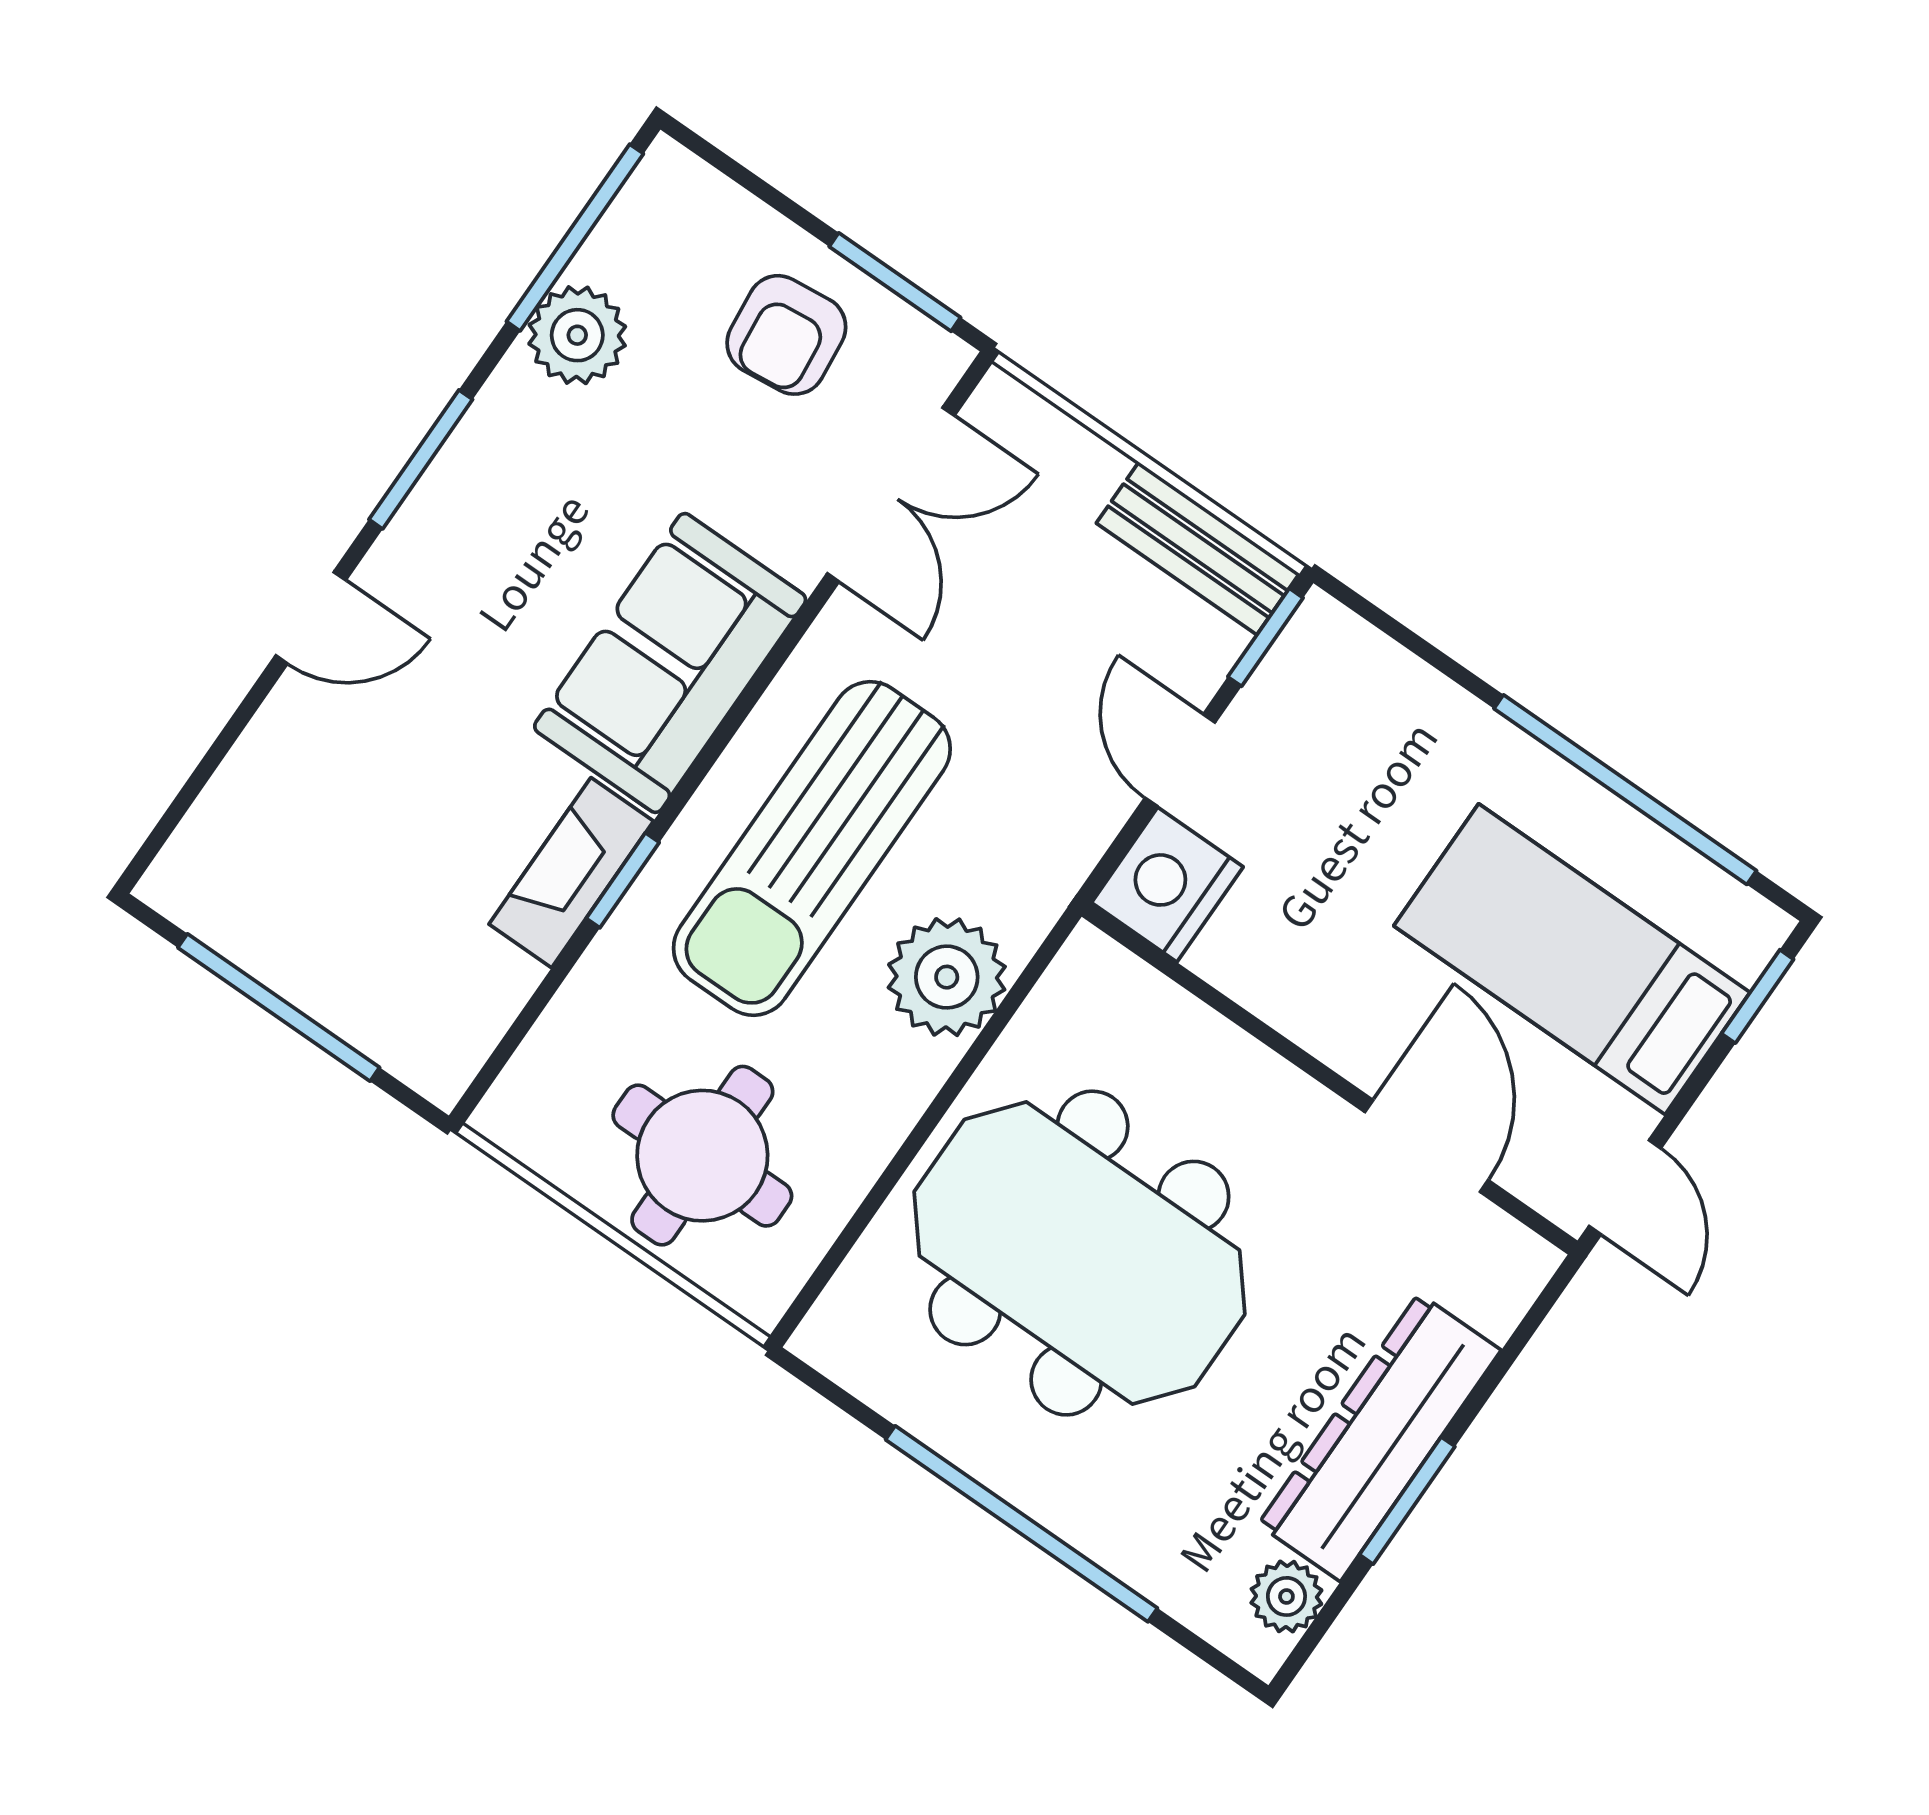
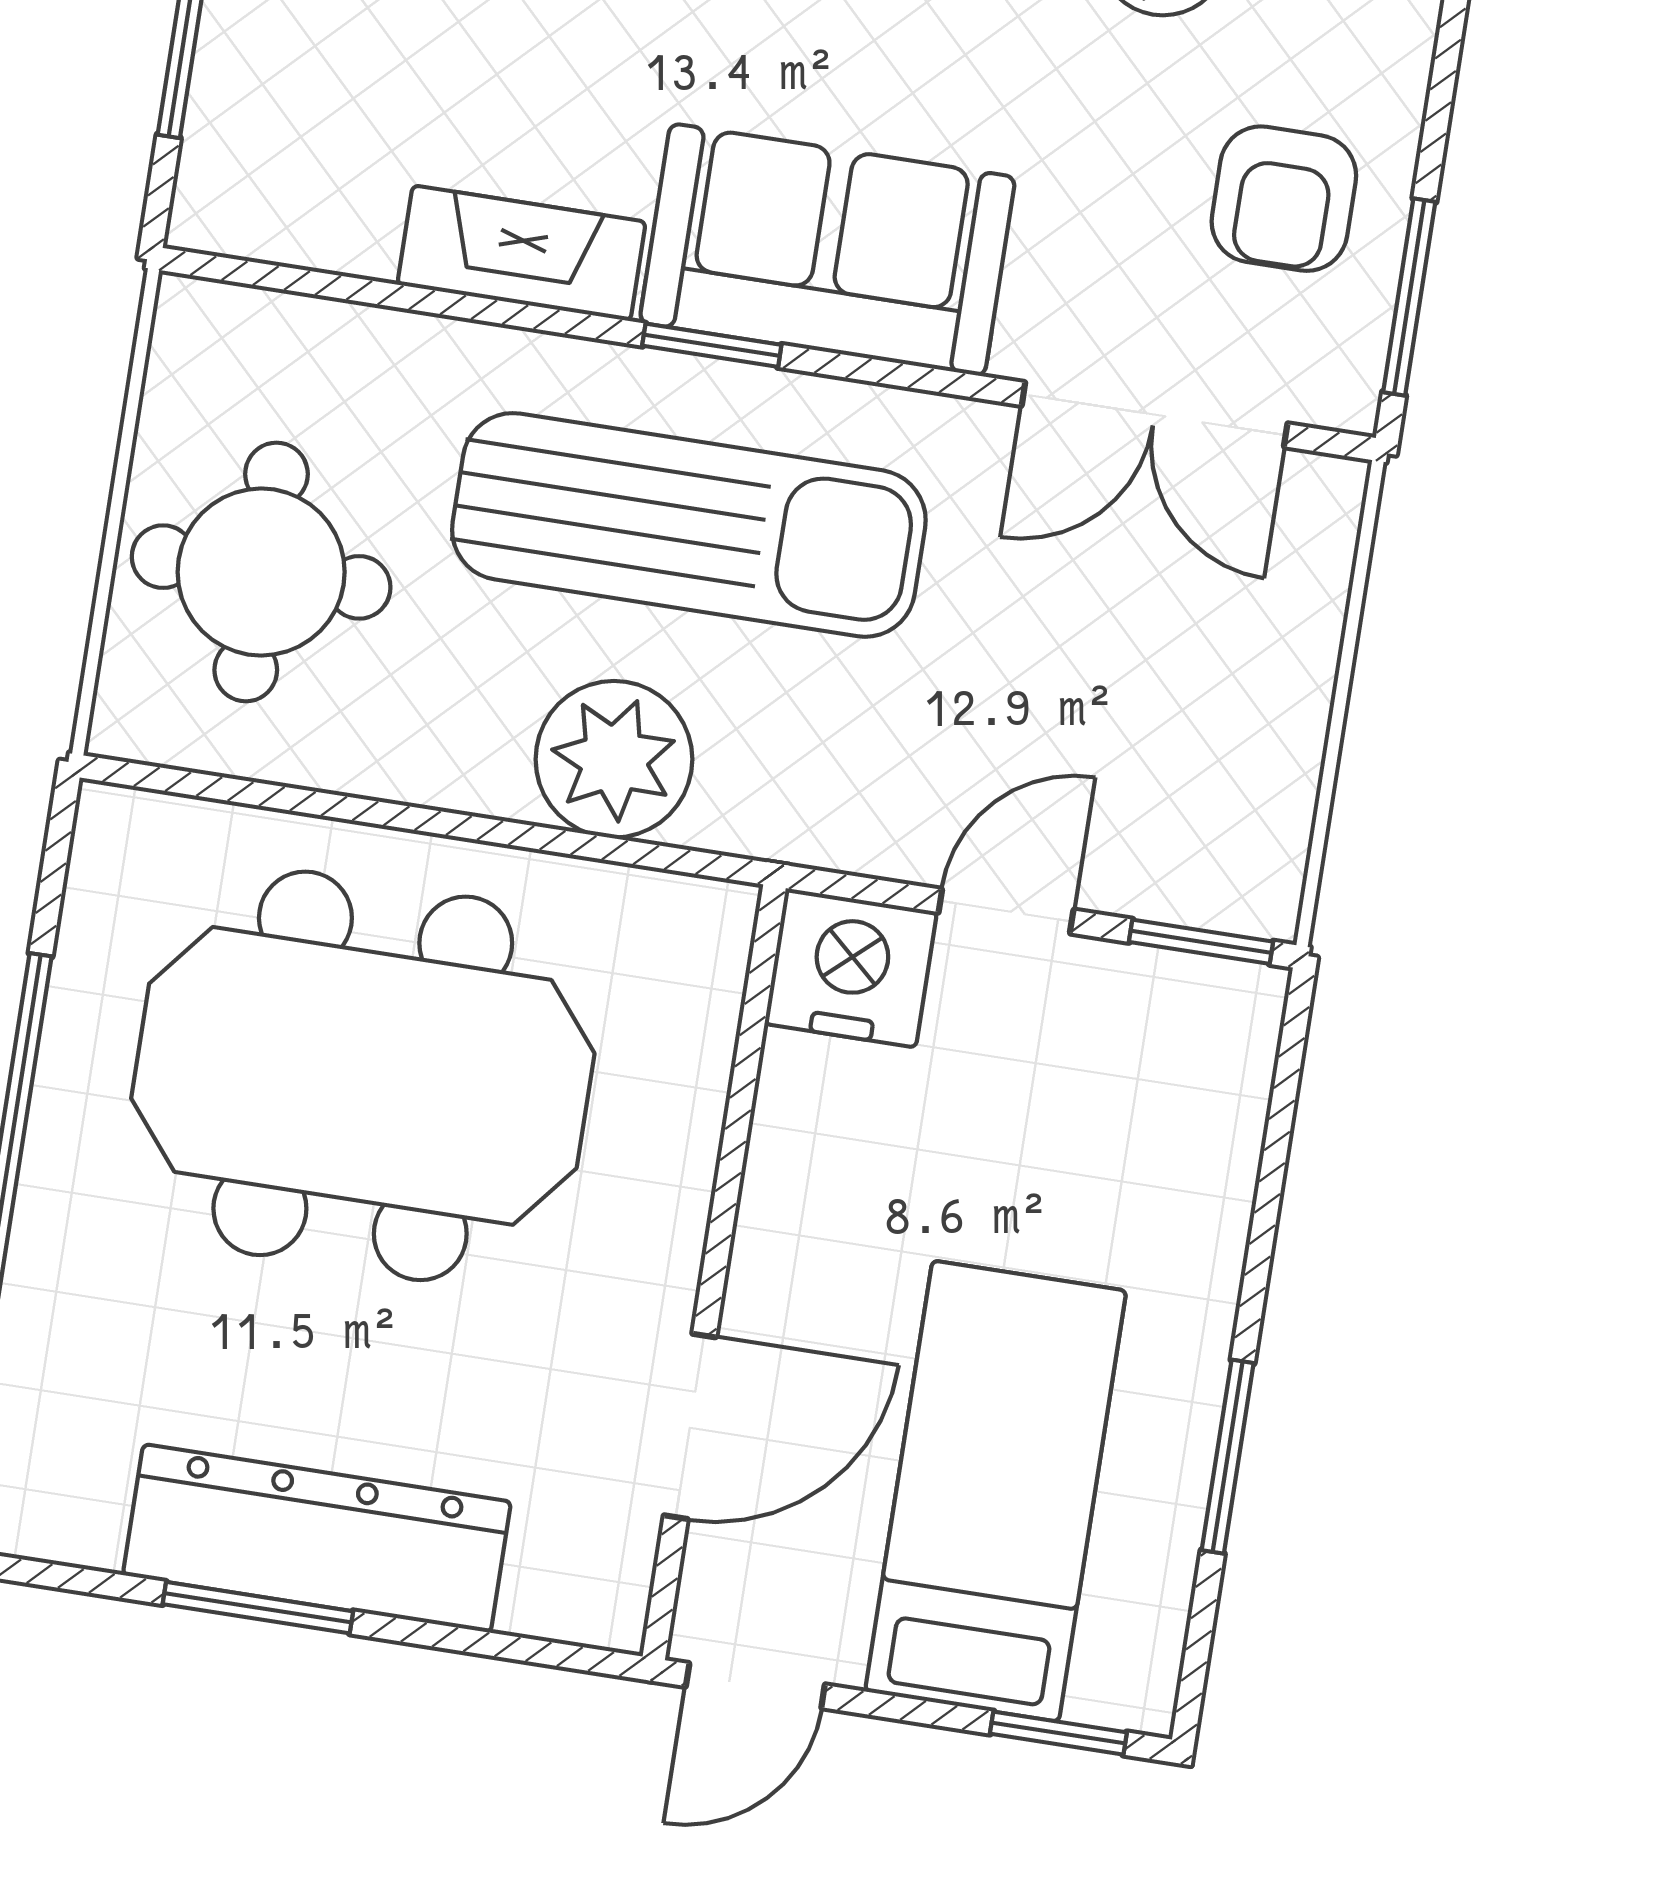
armchair: (786, 335) -> (1284, 199), turned -84
bench: (1198, 548) -> (1268, 810), removed
window: (1625, 790) -> (1228, 1457), width x0.47
sun lounger: (812, 848) -> (689, 525), turned 180
window: (623, 880) -> (712, 345), moved
meeting table: (1079, 1253) -> (363, 1076), turned 90
plant: (1286, 1596) -> (74, 1520), removed

